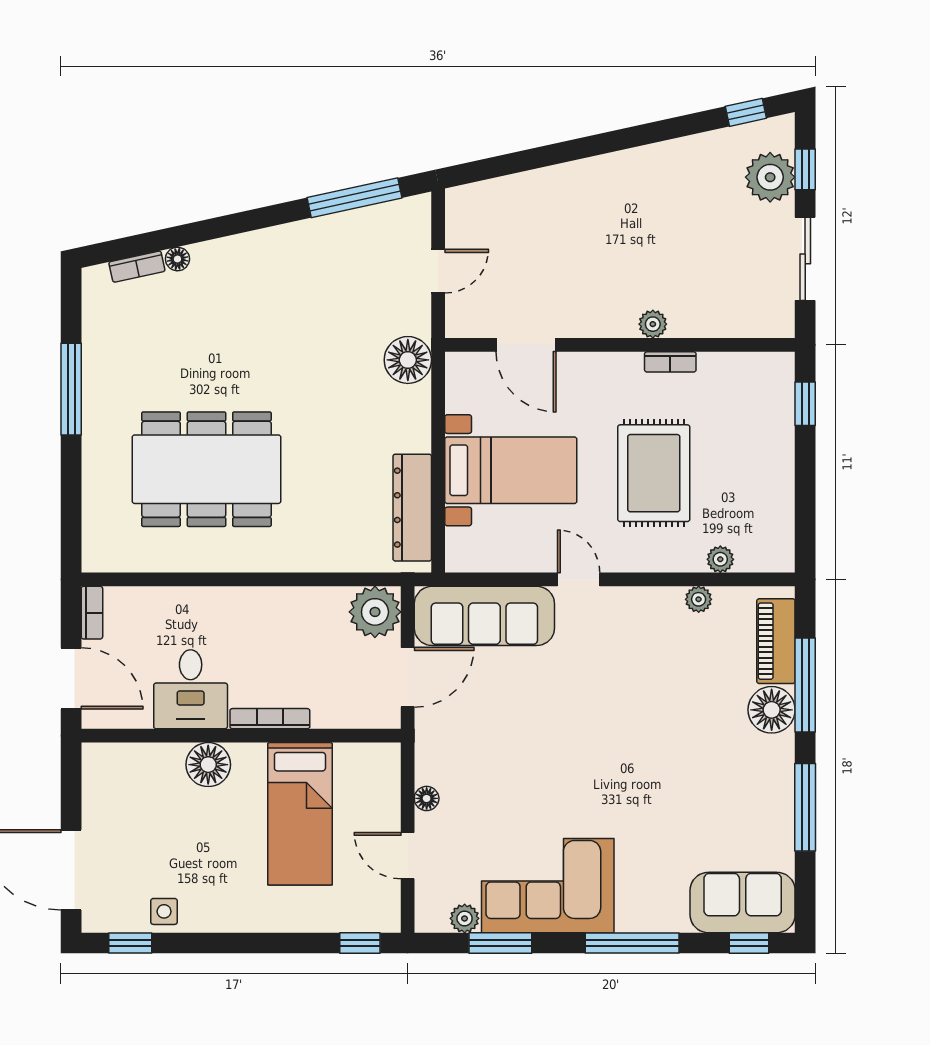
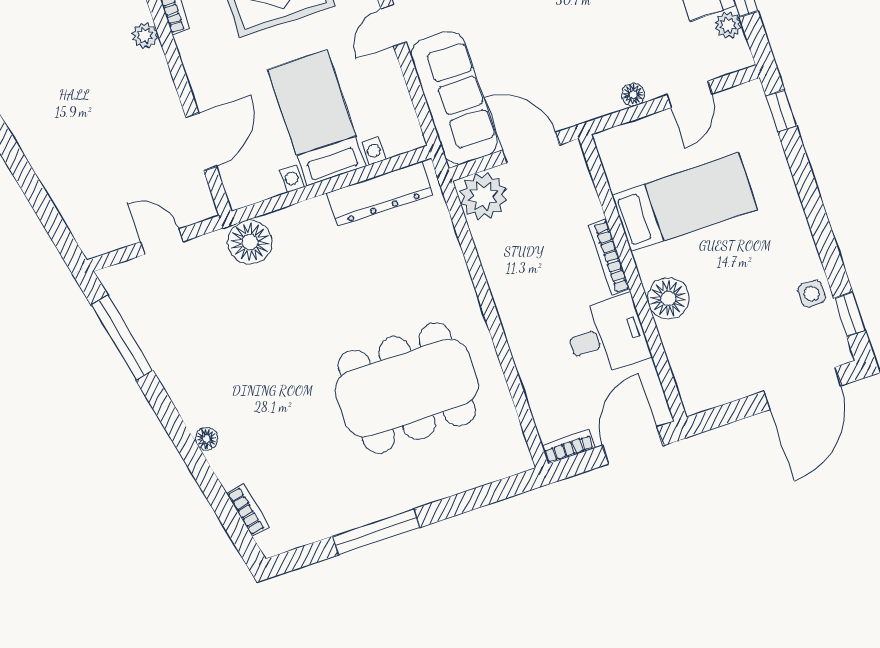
floor lamp: (177, 259) -> (207, 439), moved
dining table: (206, 469) -> (407, 388), turned 90

